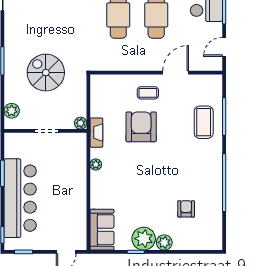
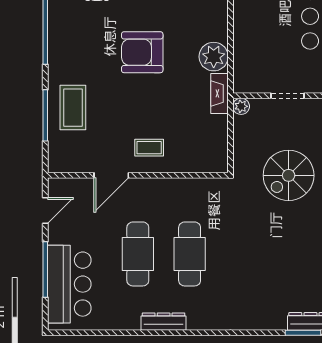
spiral stairs: (46, 73) -> (289, 175), turned 90
armchair: (141, 127) -> (142, 52), moved, turned 90
plant: (96, 164) -> (214, 57), width x1.87, depth x1.87

